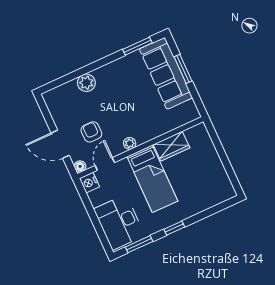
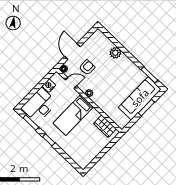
wardrobe: (172, 146) -> (105, 126), moved
nightstand: (89, 183) -> (49, 86), moved

